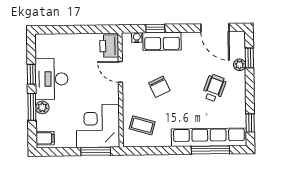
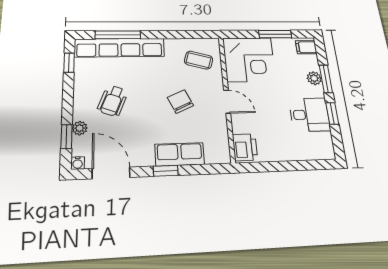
window: (155, 28) -> (166, 171), moved
water cooler: (137, 38) -> (78, 163), moved
door: (120, 72) -> (227, 102), moved
desk: (52, 79) -> (310, 115), width x0.73
window: (96, 151) -> (275, 34), moved

